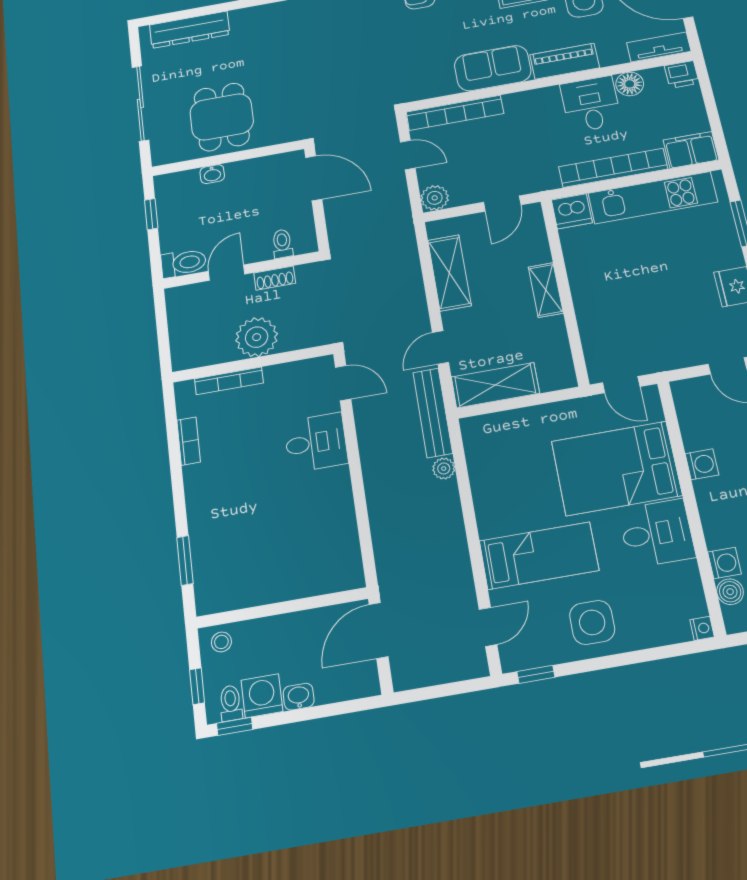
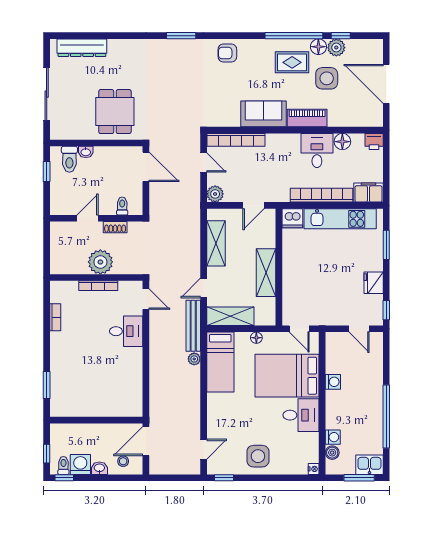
tv unit: (659, 47) -> (365, 120), removed
dining table: (222, 117) -> (115, 112), moved
toilet: (184, 263) -> (69, 159), moved, turned 90
shelving: (546, 290) -> (266, 273), width x1.50, depth x1.33
bookcase: (229, 381) -> (98, 286), moved
floor lamp: (548, 413) -> (256, 338), added
bed: (539, 556) -> (220, 362), moved, turned 90
stool: (221, 642) -> (123, 461), moved

